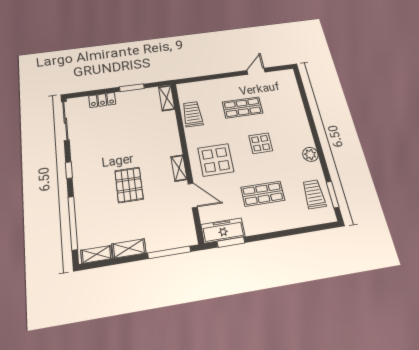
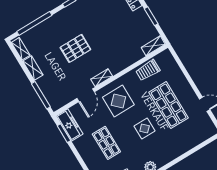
shop shelf: (243, 107) -> (169, 105), width x1.43, depth x1.36
trolley: (192, 114) -> (148, 70), turned 180

